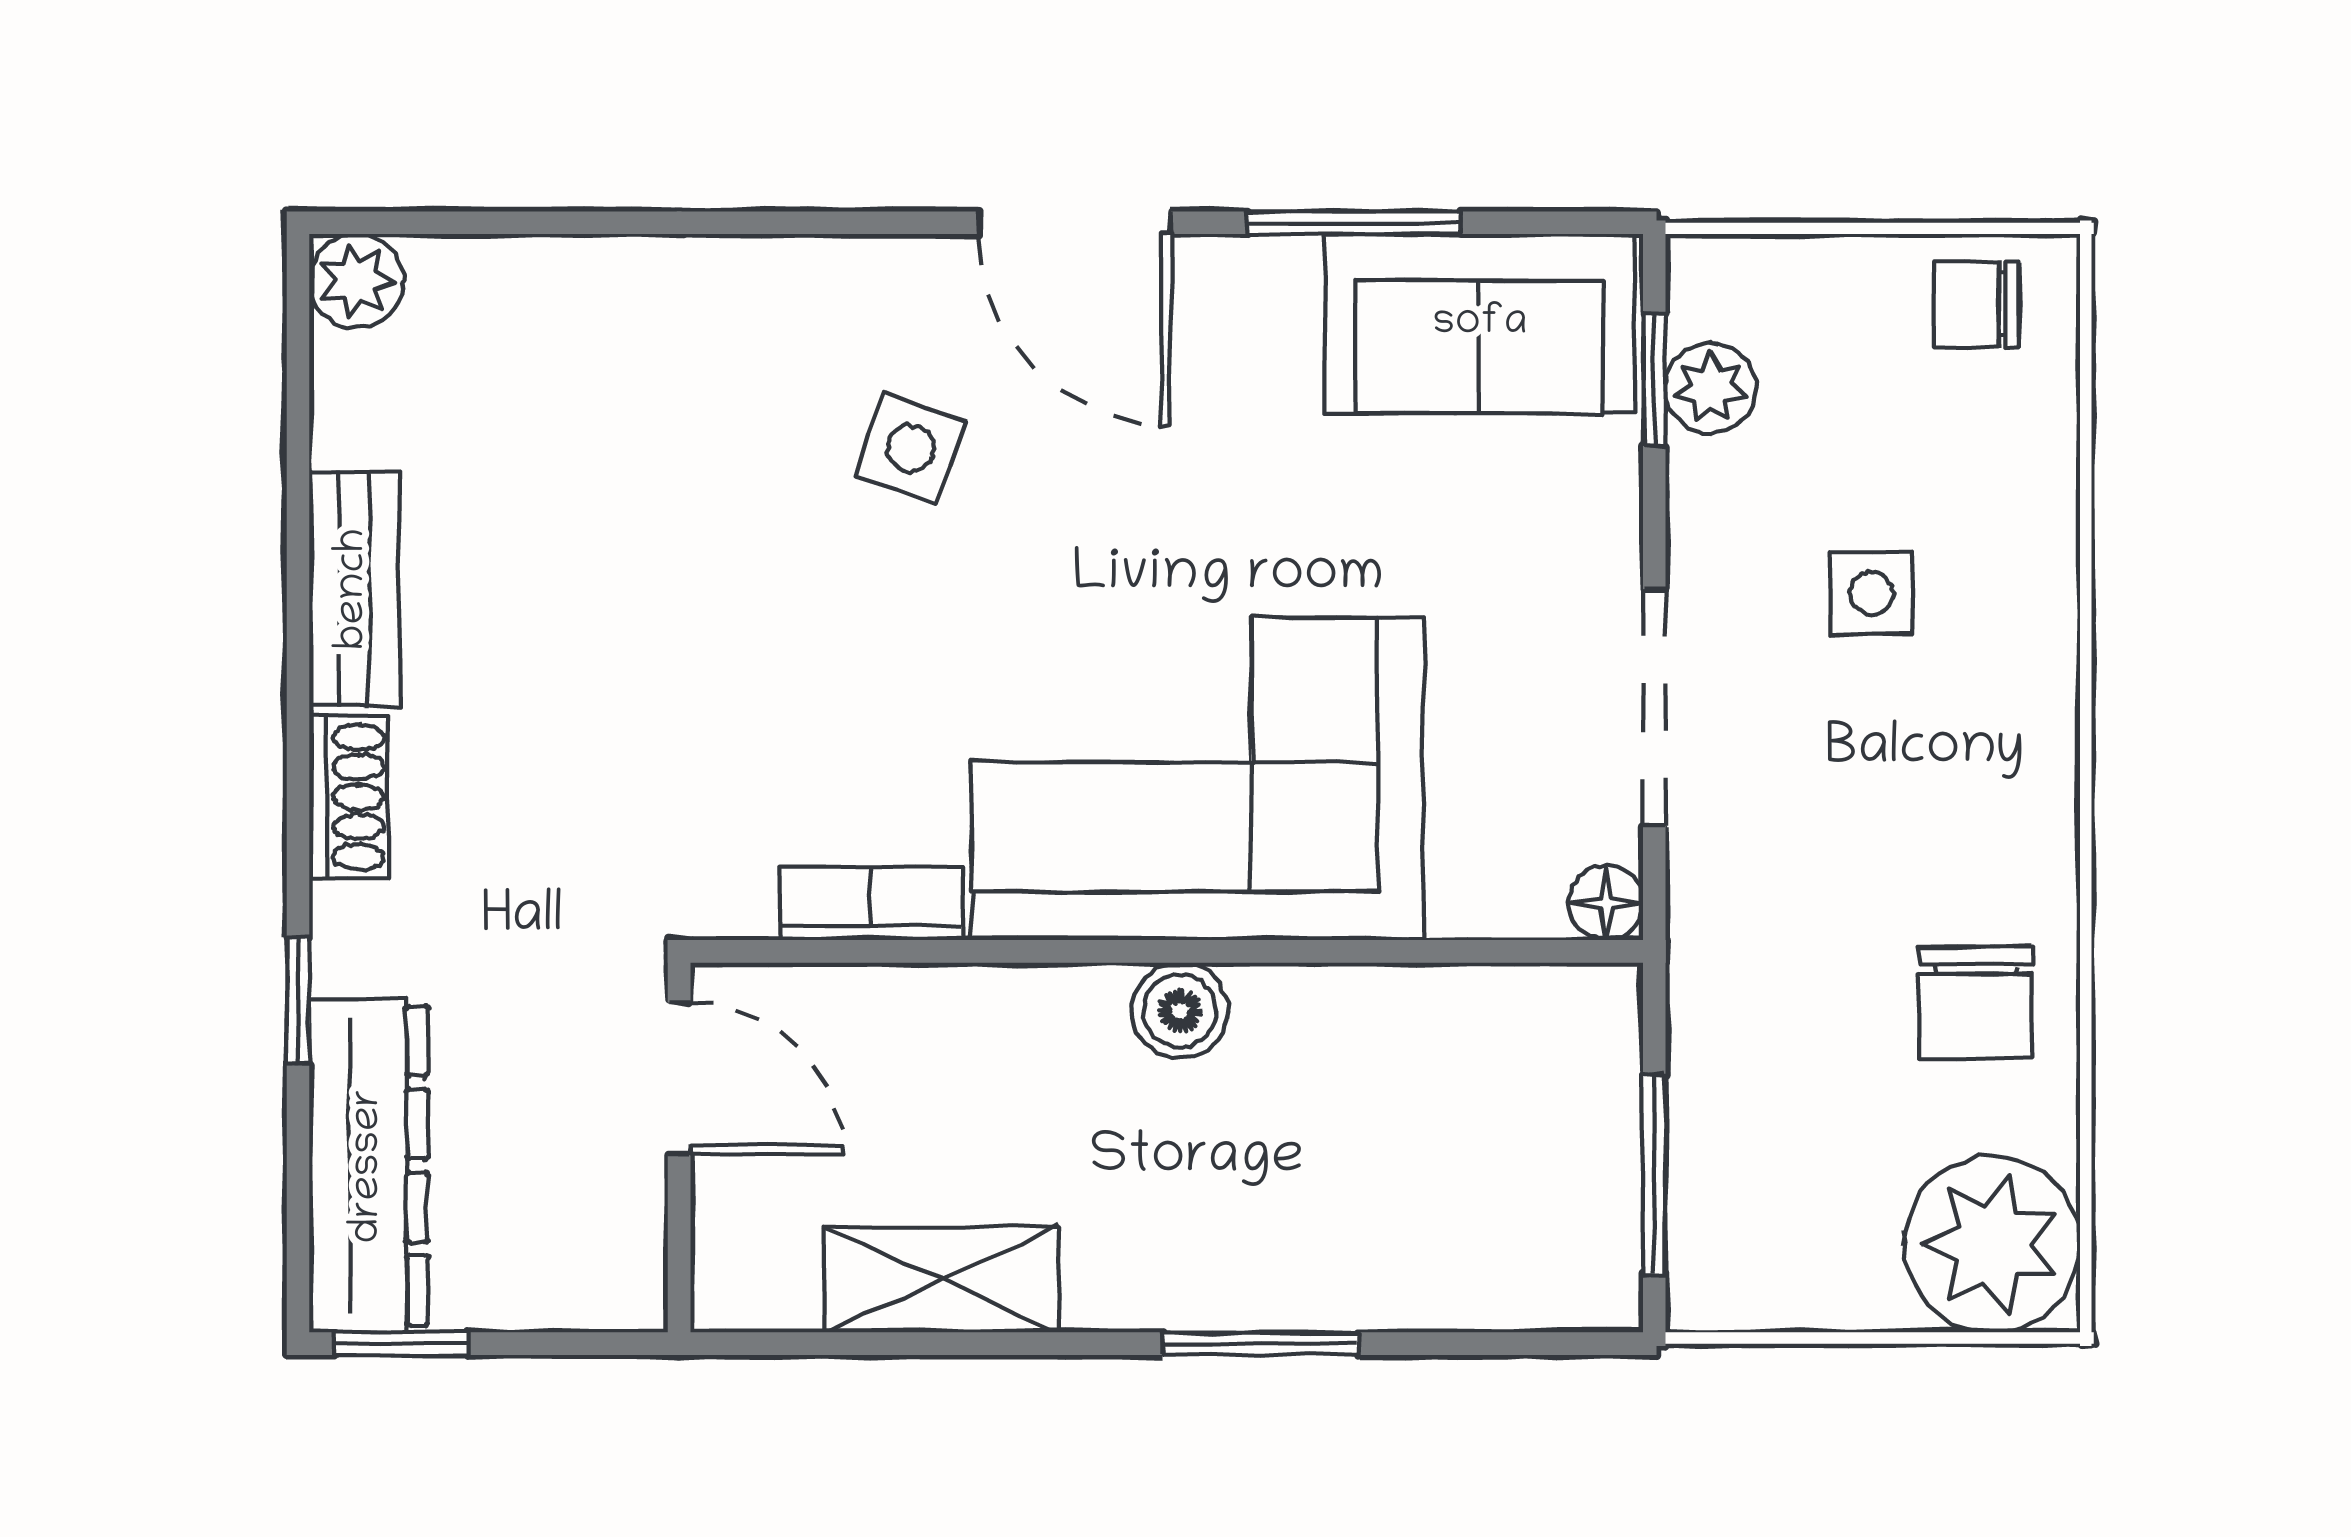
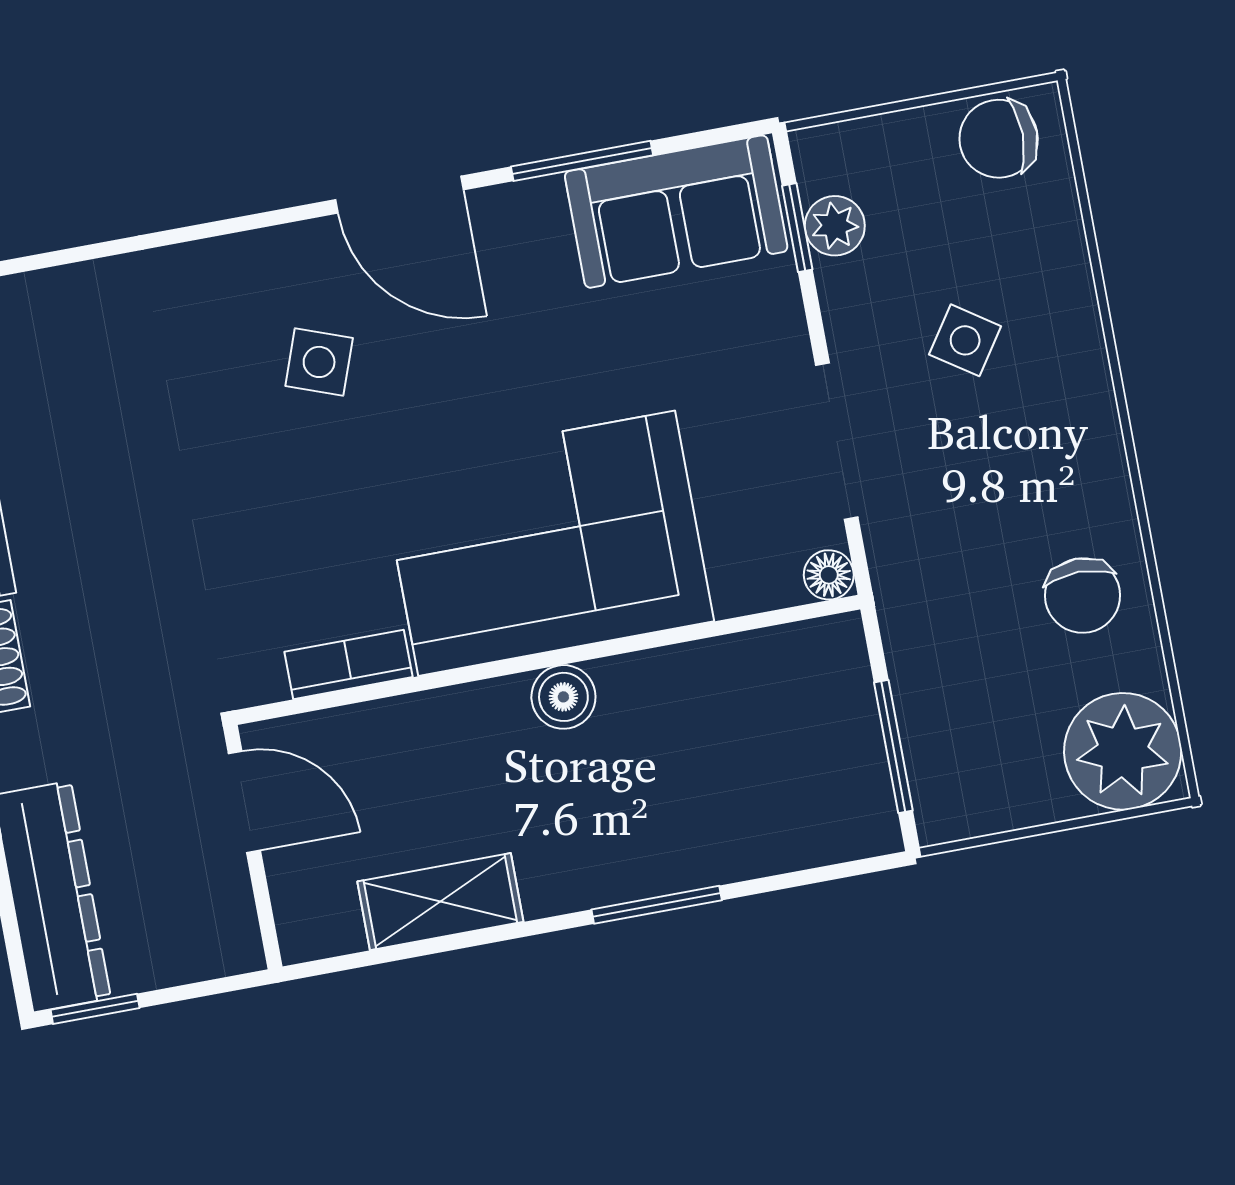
chair: (1977, 304) -> (999, 139), width x1.37, depth x1.37
side table: (1872, 593) -> (965, 340), turned 34

